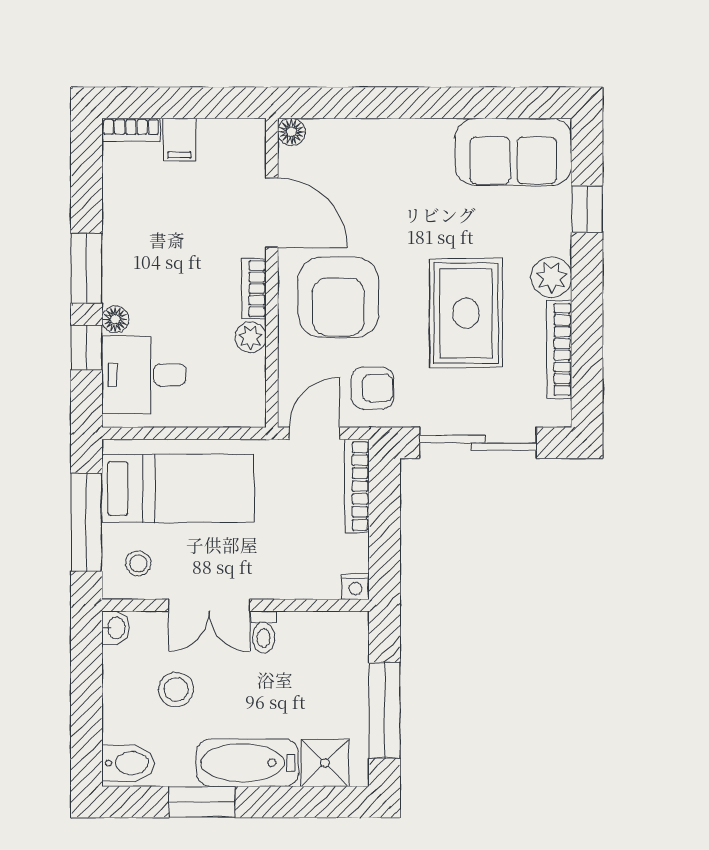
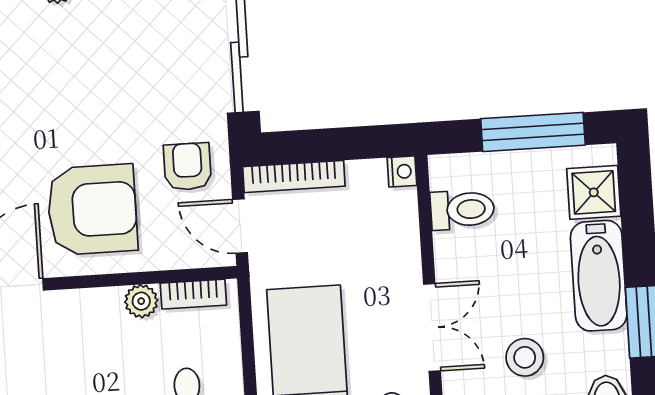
bookcase: (254, 289) -> (193, 294), moved
rug: (466, 313) -> (101, 71), removed
toilet: (264, 632) -> (462, 210), moved, width x1.37, depth x1.39

